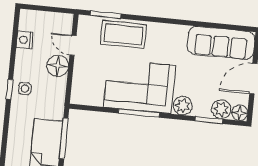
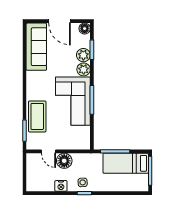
nightstand: (25, 40) -> (61, 186), moved
door: (73, 45) -> (48, 151), hinge flipped
plant: (221, 109) -> (83, 55), moved

